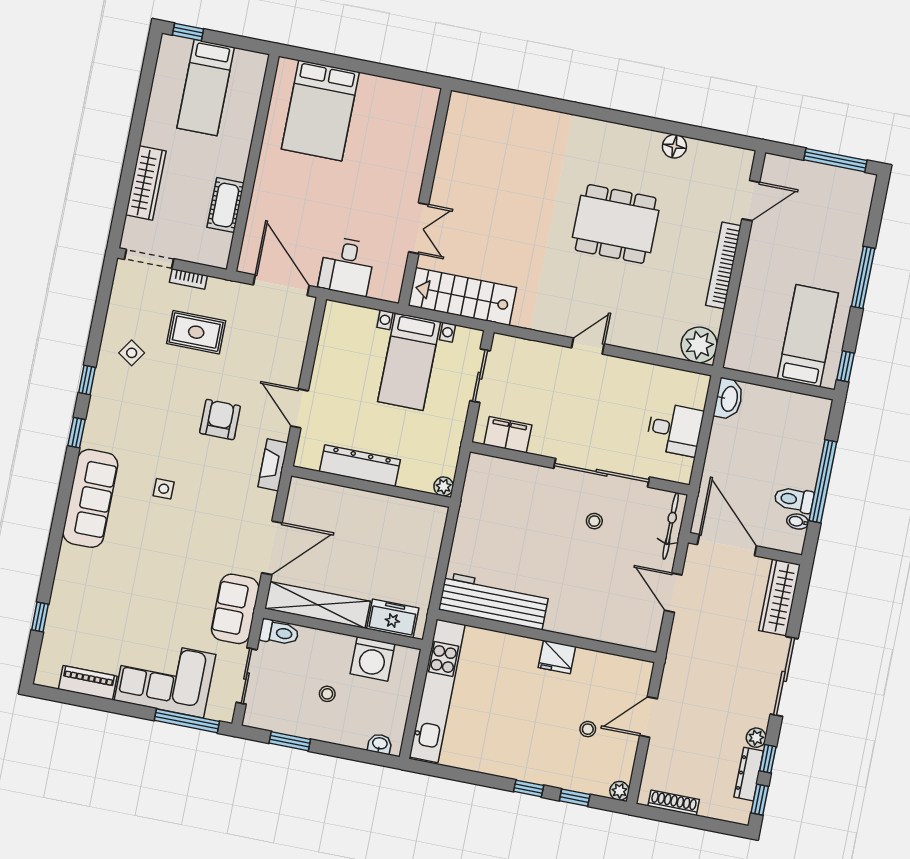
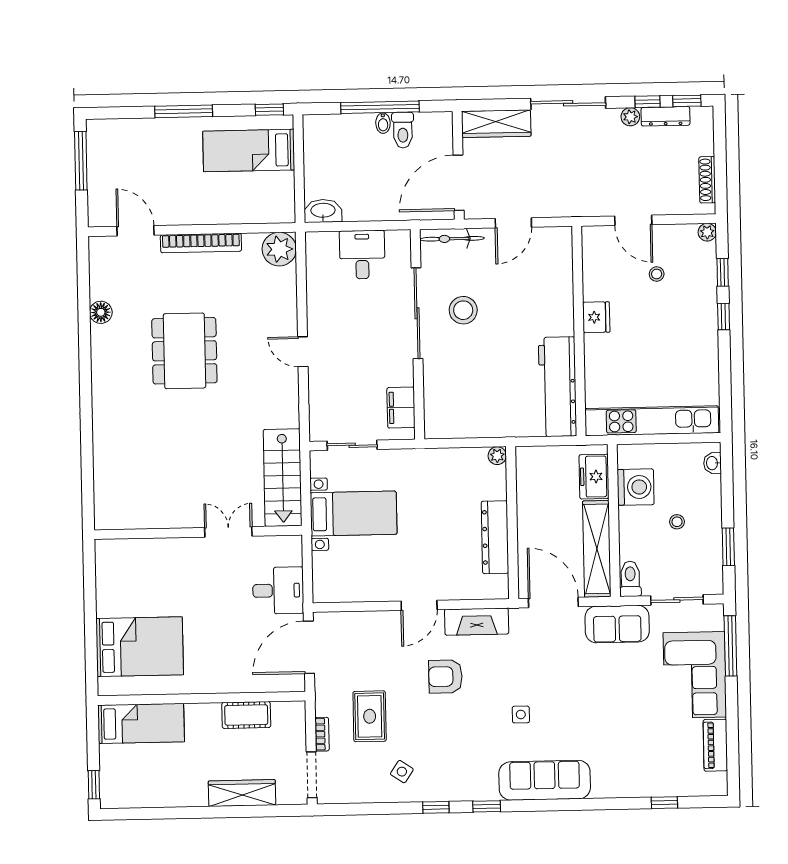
bed: (206, 88) -> (141, 723), moved
fireplace: (273, 465) -> (477, 622), width x1.37, depth x1.32
dresser: (360, 466) -> (495, 537), moved
plant: (444, 486) -> (497, 456), moved
wall: (371, 487) -> (512, 523), moved
stool: (594, 521) -> (463, 310), width x1.89, depth x1.89
bidet: (798, 522) -> (383, 123), moved

